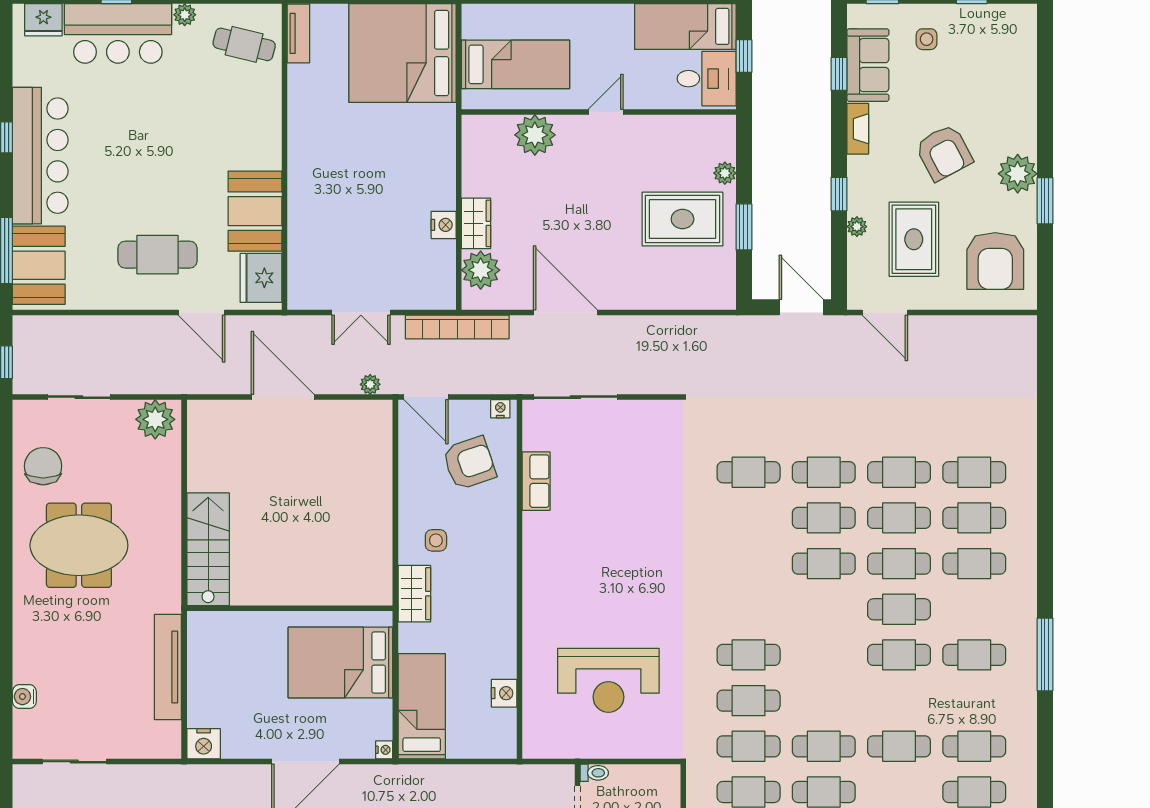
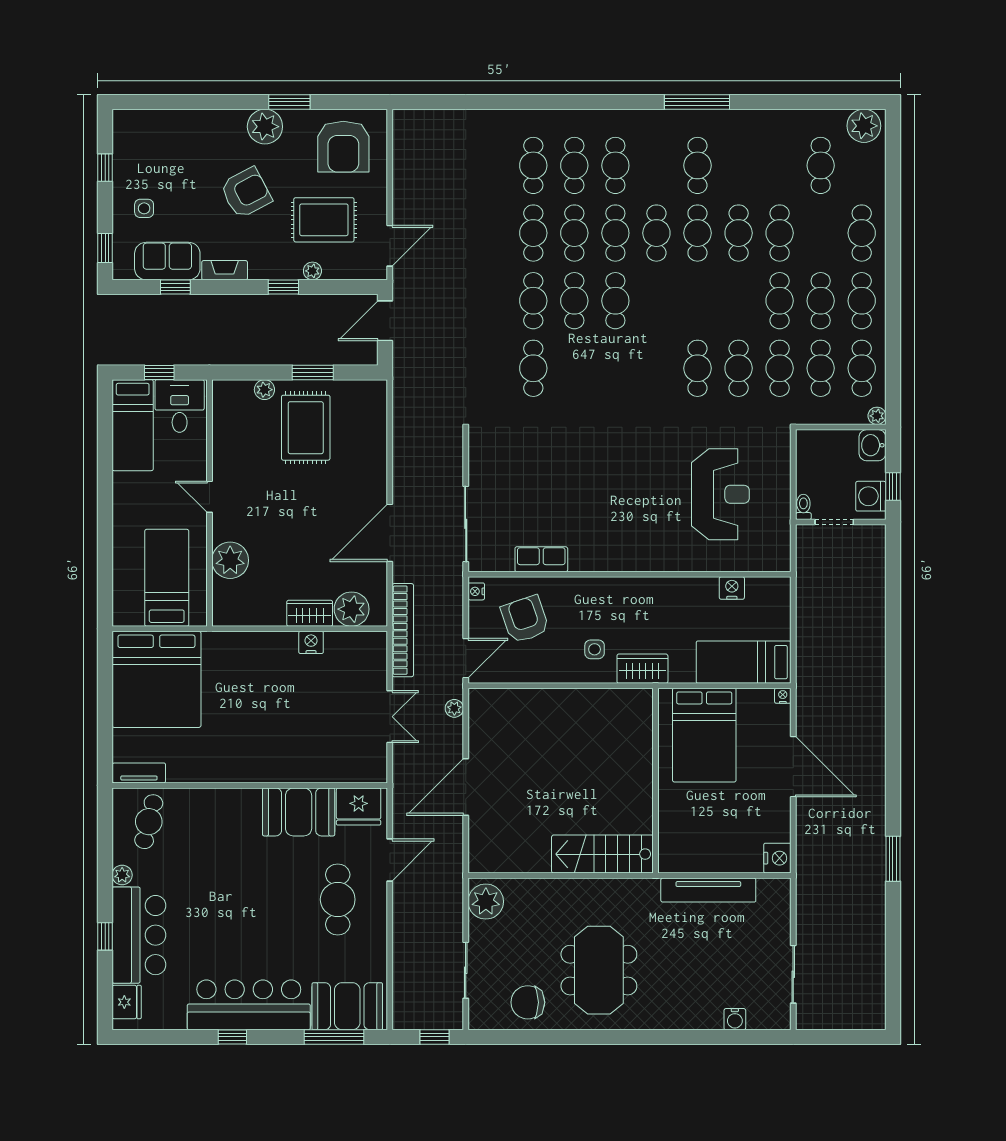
armchair: (995, 261) -> (343, 147), turned 90
cafe table: (974, 746) -> (739, 233), moved

